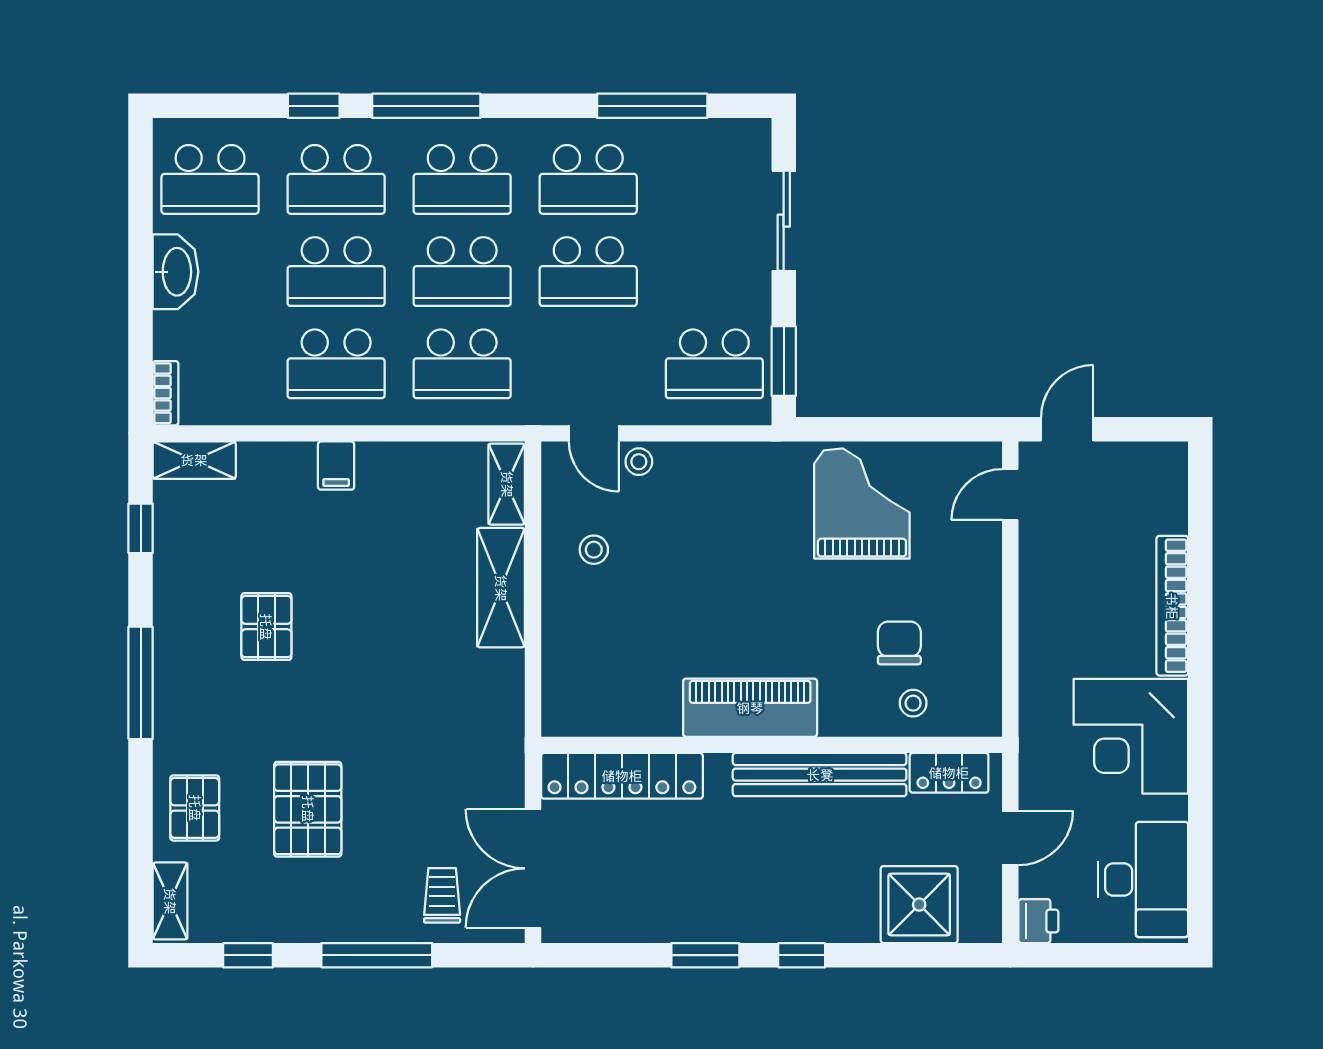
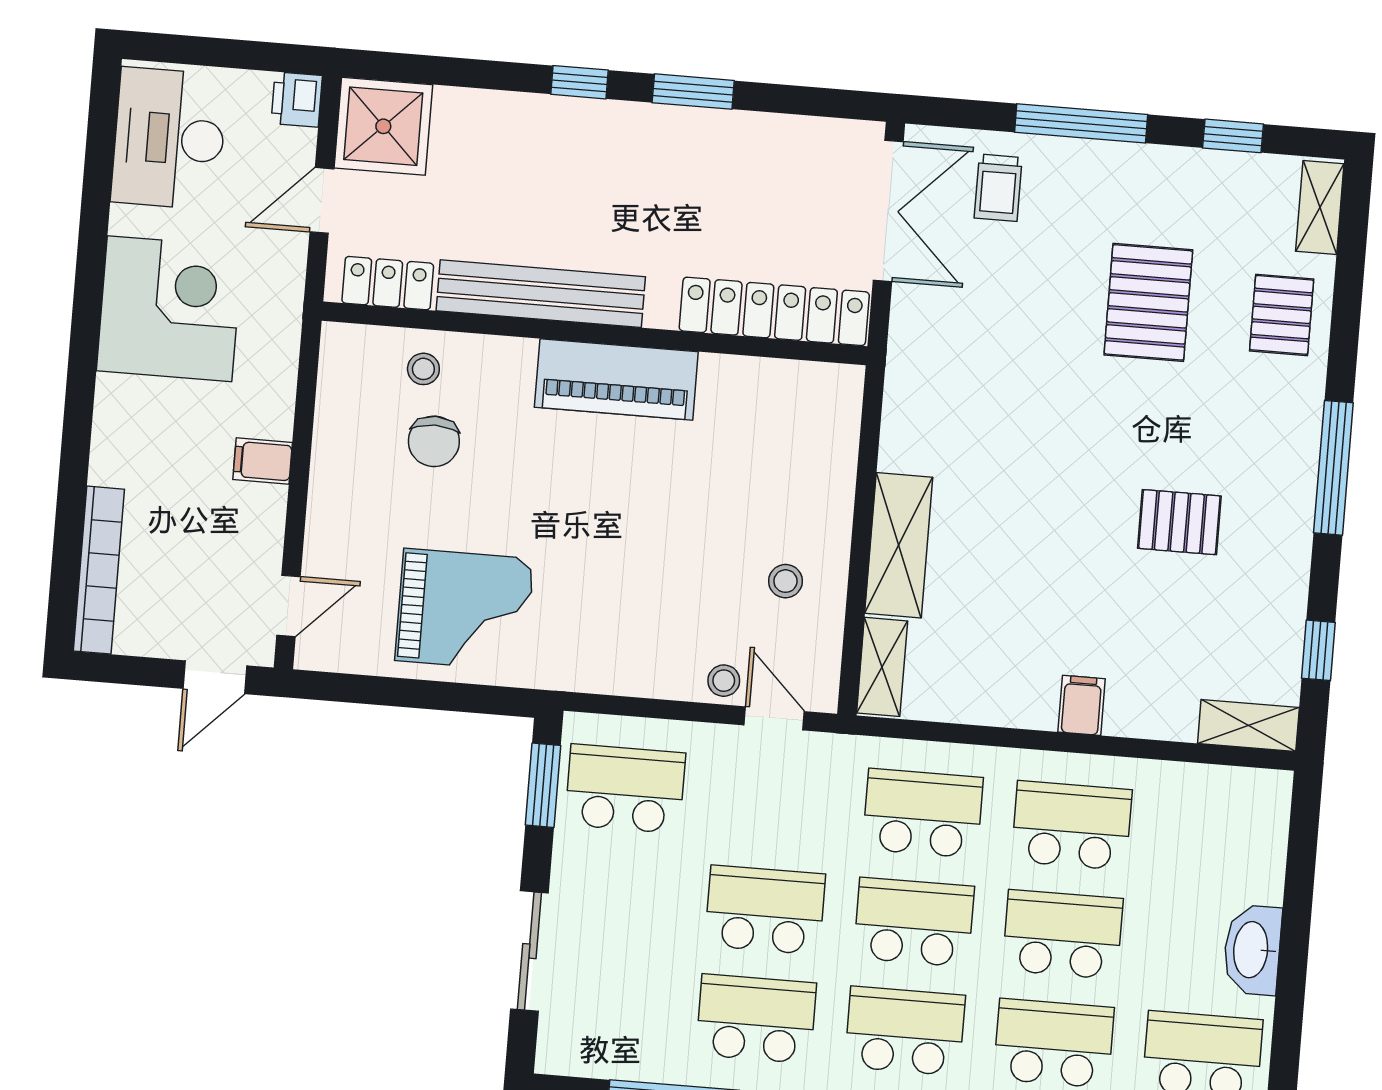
bookcase: (166, 393) -> (1276, 807), removed
grand piano: (862, 503) -> (464, 610), turned -90
bookcase: (1172, 606) -> (99, 570), moved
filing cabinet: (1042, 615) -> (263, 461), added
pallet: (266, 627) -> (1179, 522), turned 90
shower: (919, 905) -> (383, 126), moved

